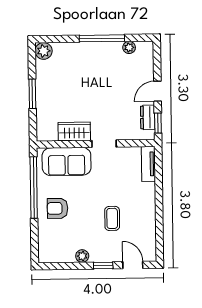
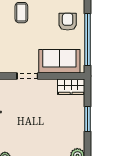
wardrobe: (74, 131) -> (71, 87), moved
armchair: (57, 208) -> (68, 22), turned -90

